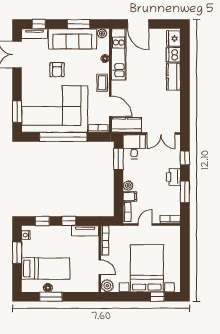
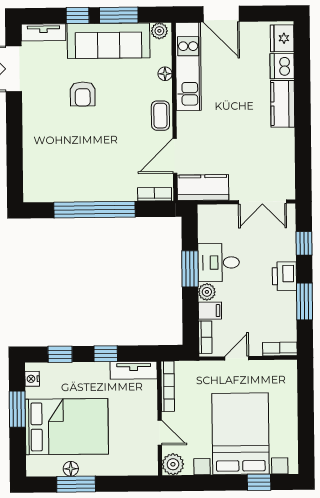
window: (39, 24) -> (78, 16), moved
door: (110, 106) -> (175, 156), swing flipped
corner sofa: (55, 109) -> (79, 161), removed
window: (17, 112) -> (15, 167), removed
desk: (134, 147) -> (219, 263), moved, turned -90
window: (118, 159) -> (190, 269), moved
bed: (46, 269) -> (67, 427), width x1.50

